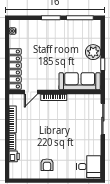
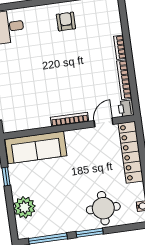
round table: (39, 33) -> (103, 208), added
plant: (93, 52) -> (24, 207), moved
printer: (14, 156) -> (126, 108), moved

